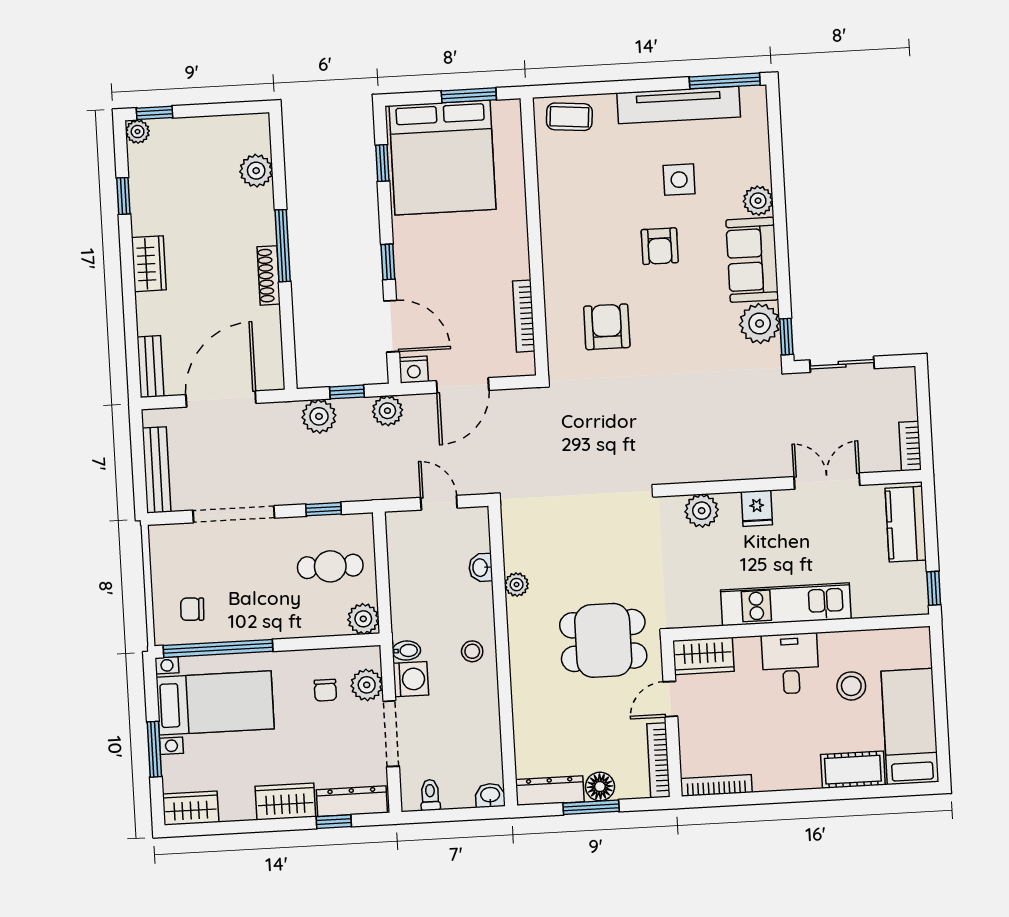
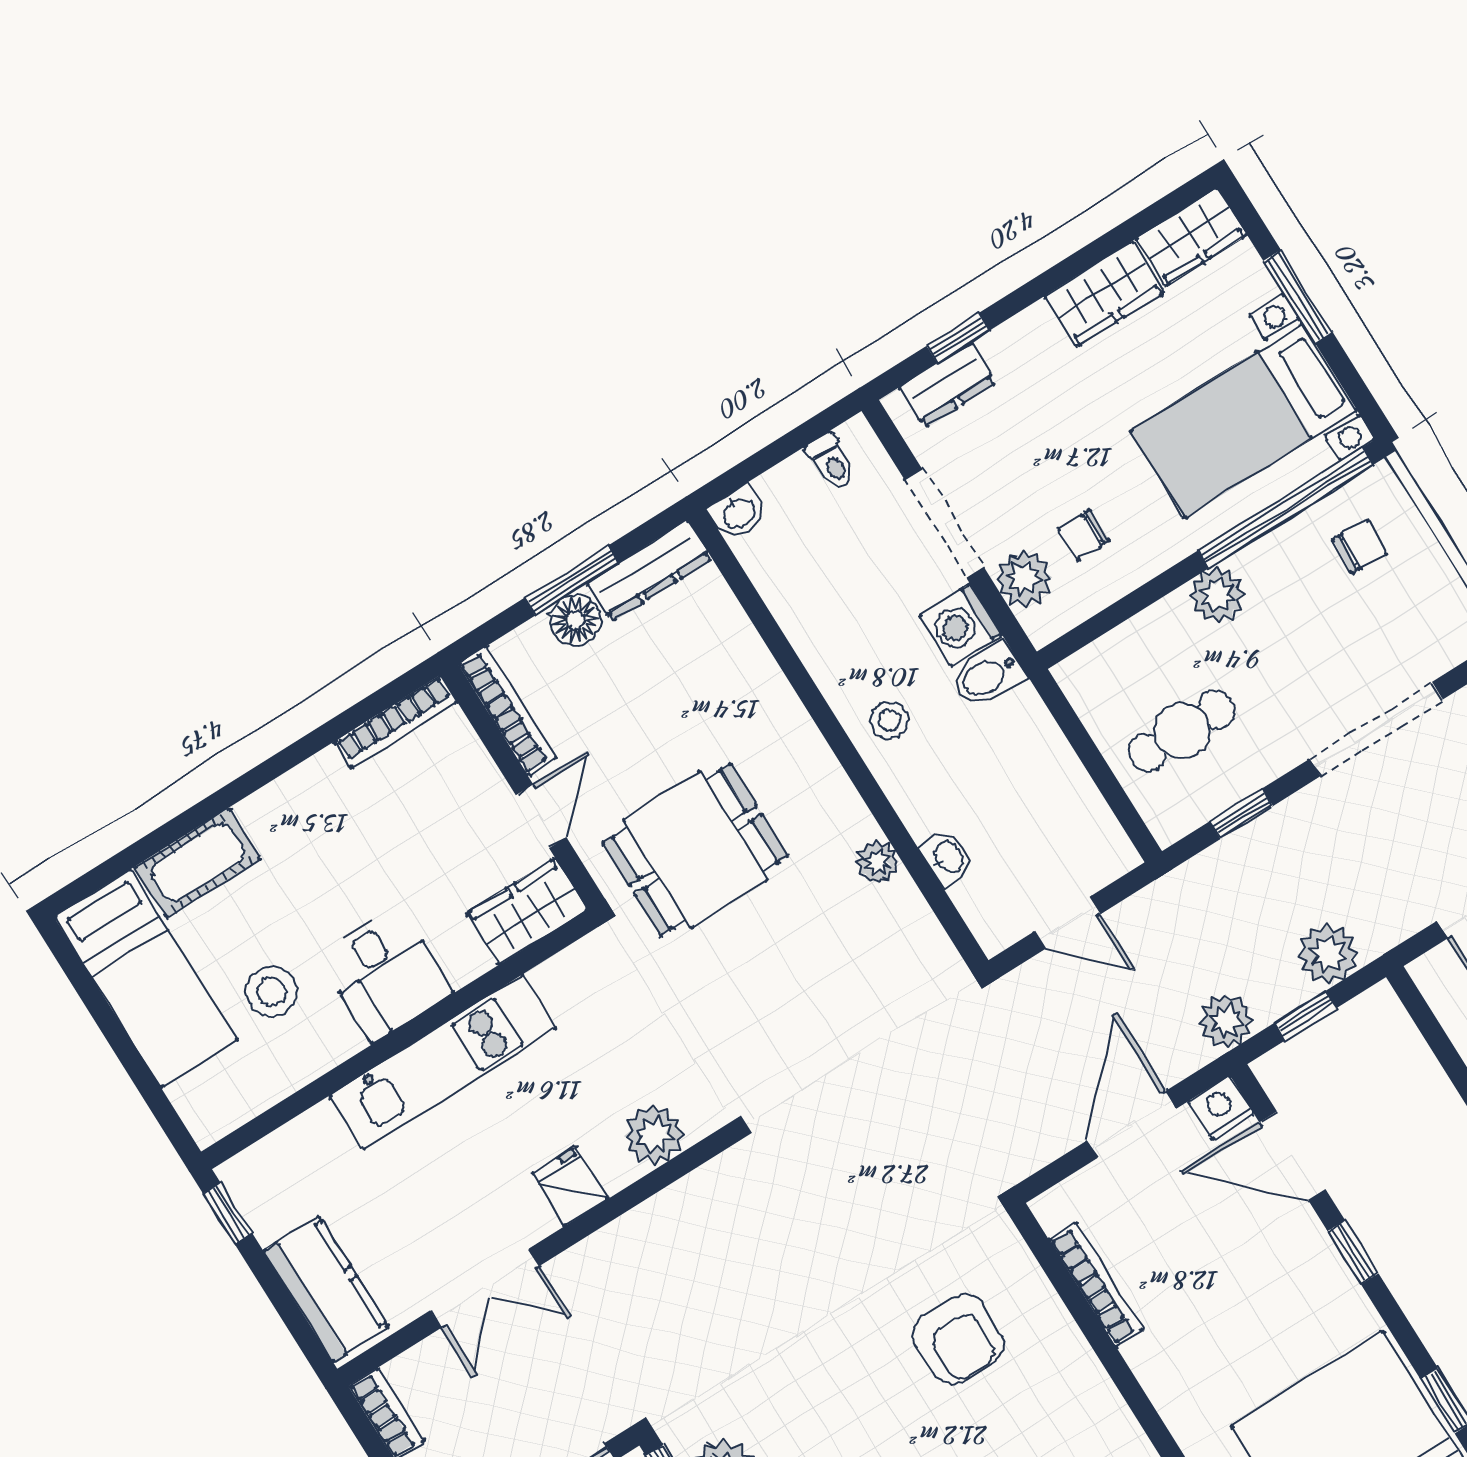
plant: (363, 619) -> (1217, 595), moved
bidet: (406, 651) -> (988, 676), width x1.38, depth x1.36
chair: (325, 690) -> (1084, 535), turned -90
dresser: (352, 801) -> (947, 385), width x0.70
wardrobe: (285, 802) -> (1104, 294), moved

